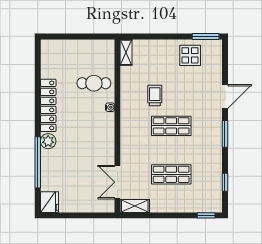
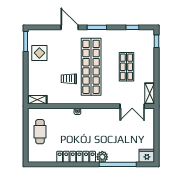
cafe table: (94, 83) -> (40, 132), moved
shop shelf: (171, 126) -> (91, 67), width x2.00, depth x1.36

